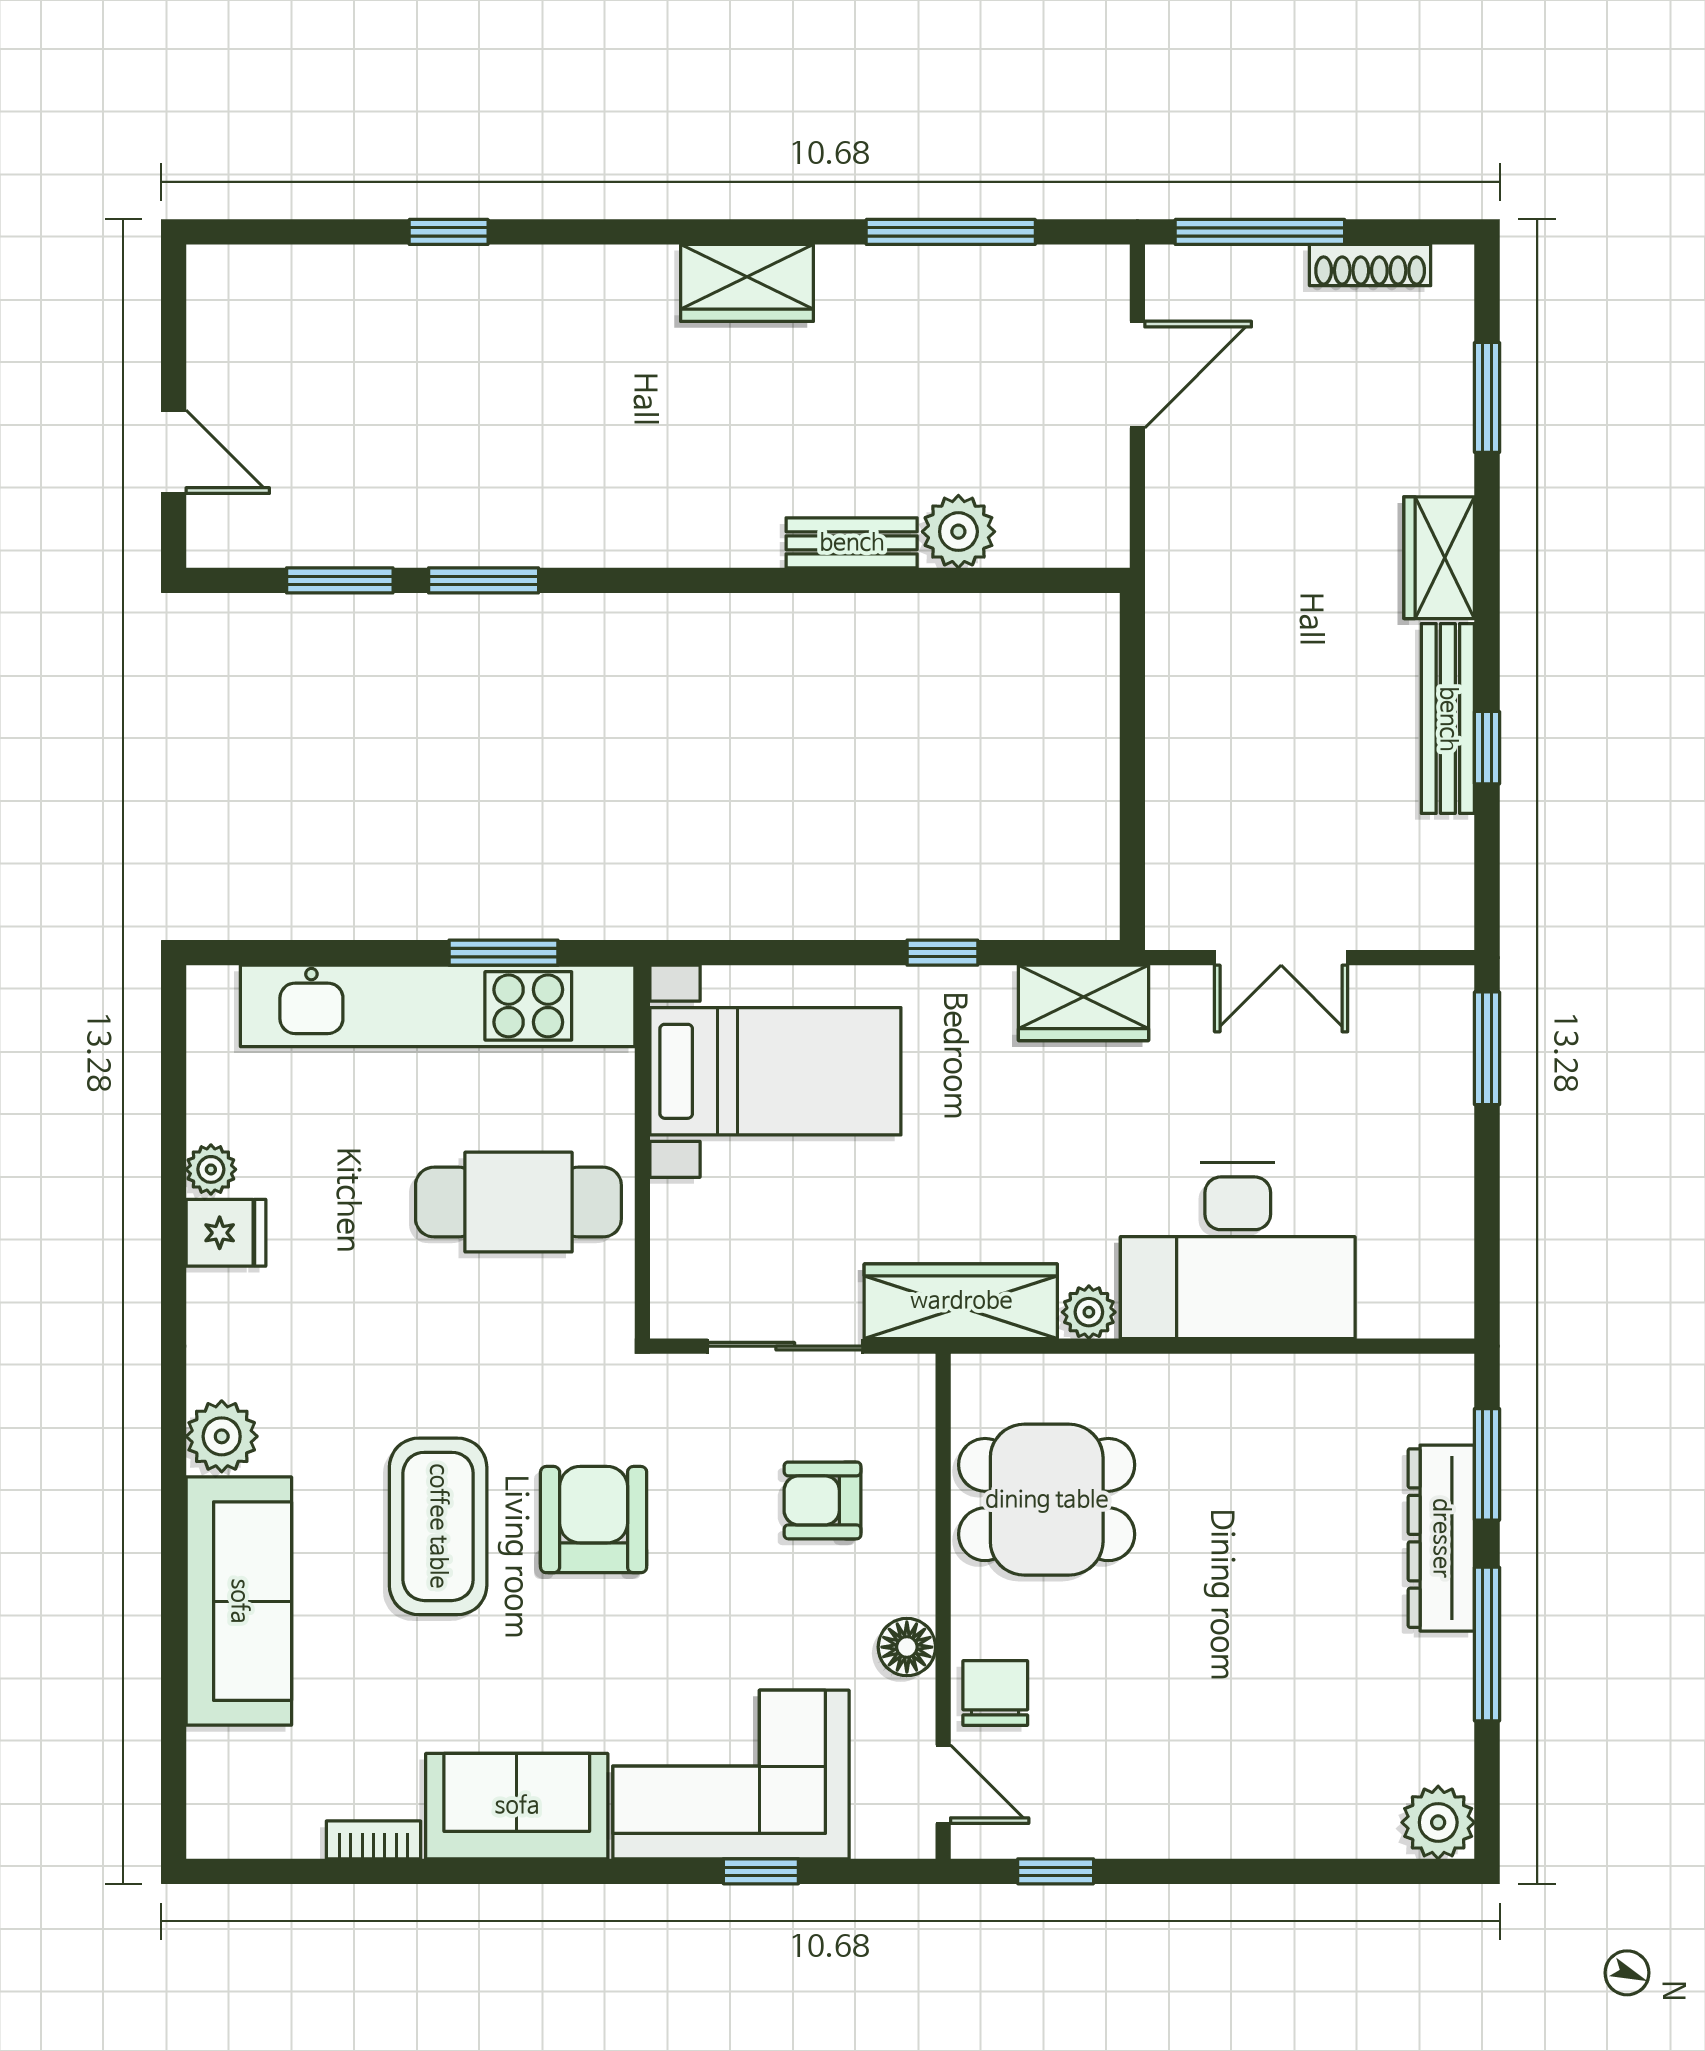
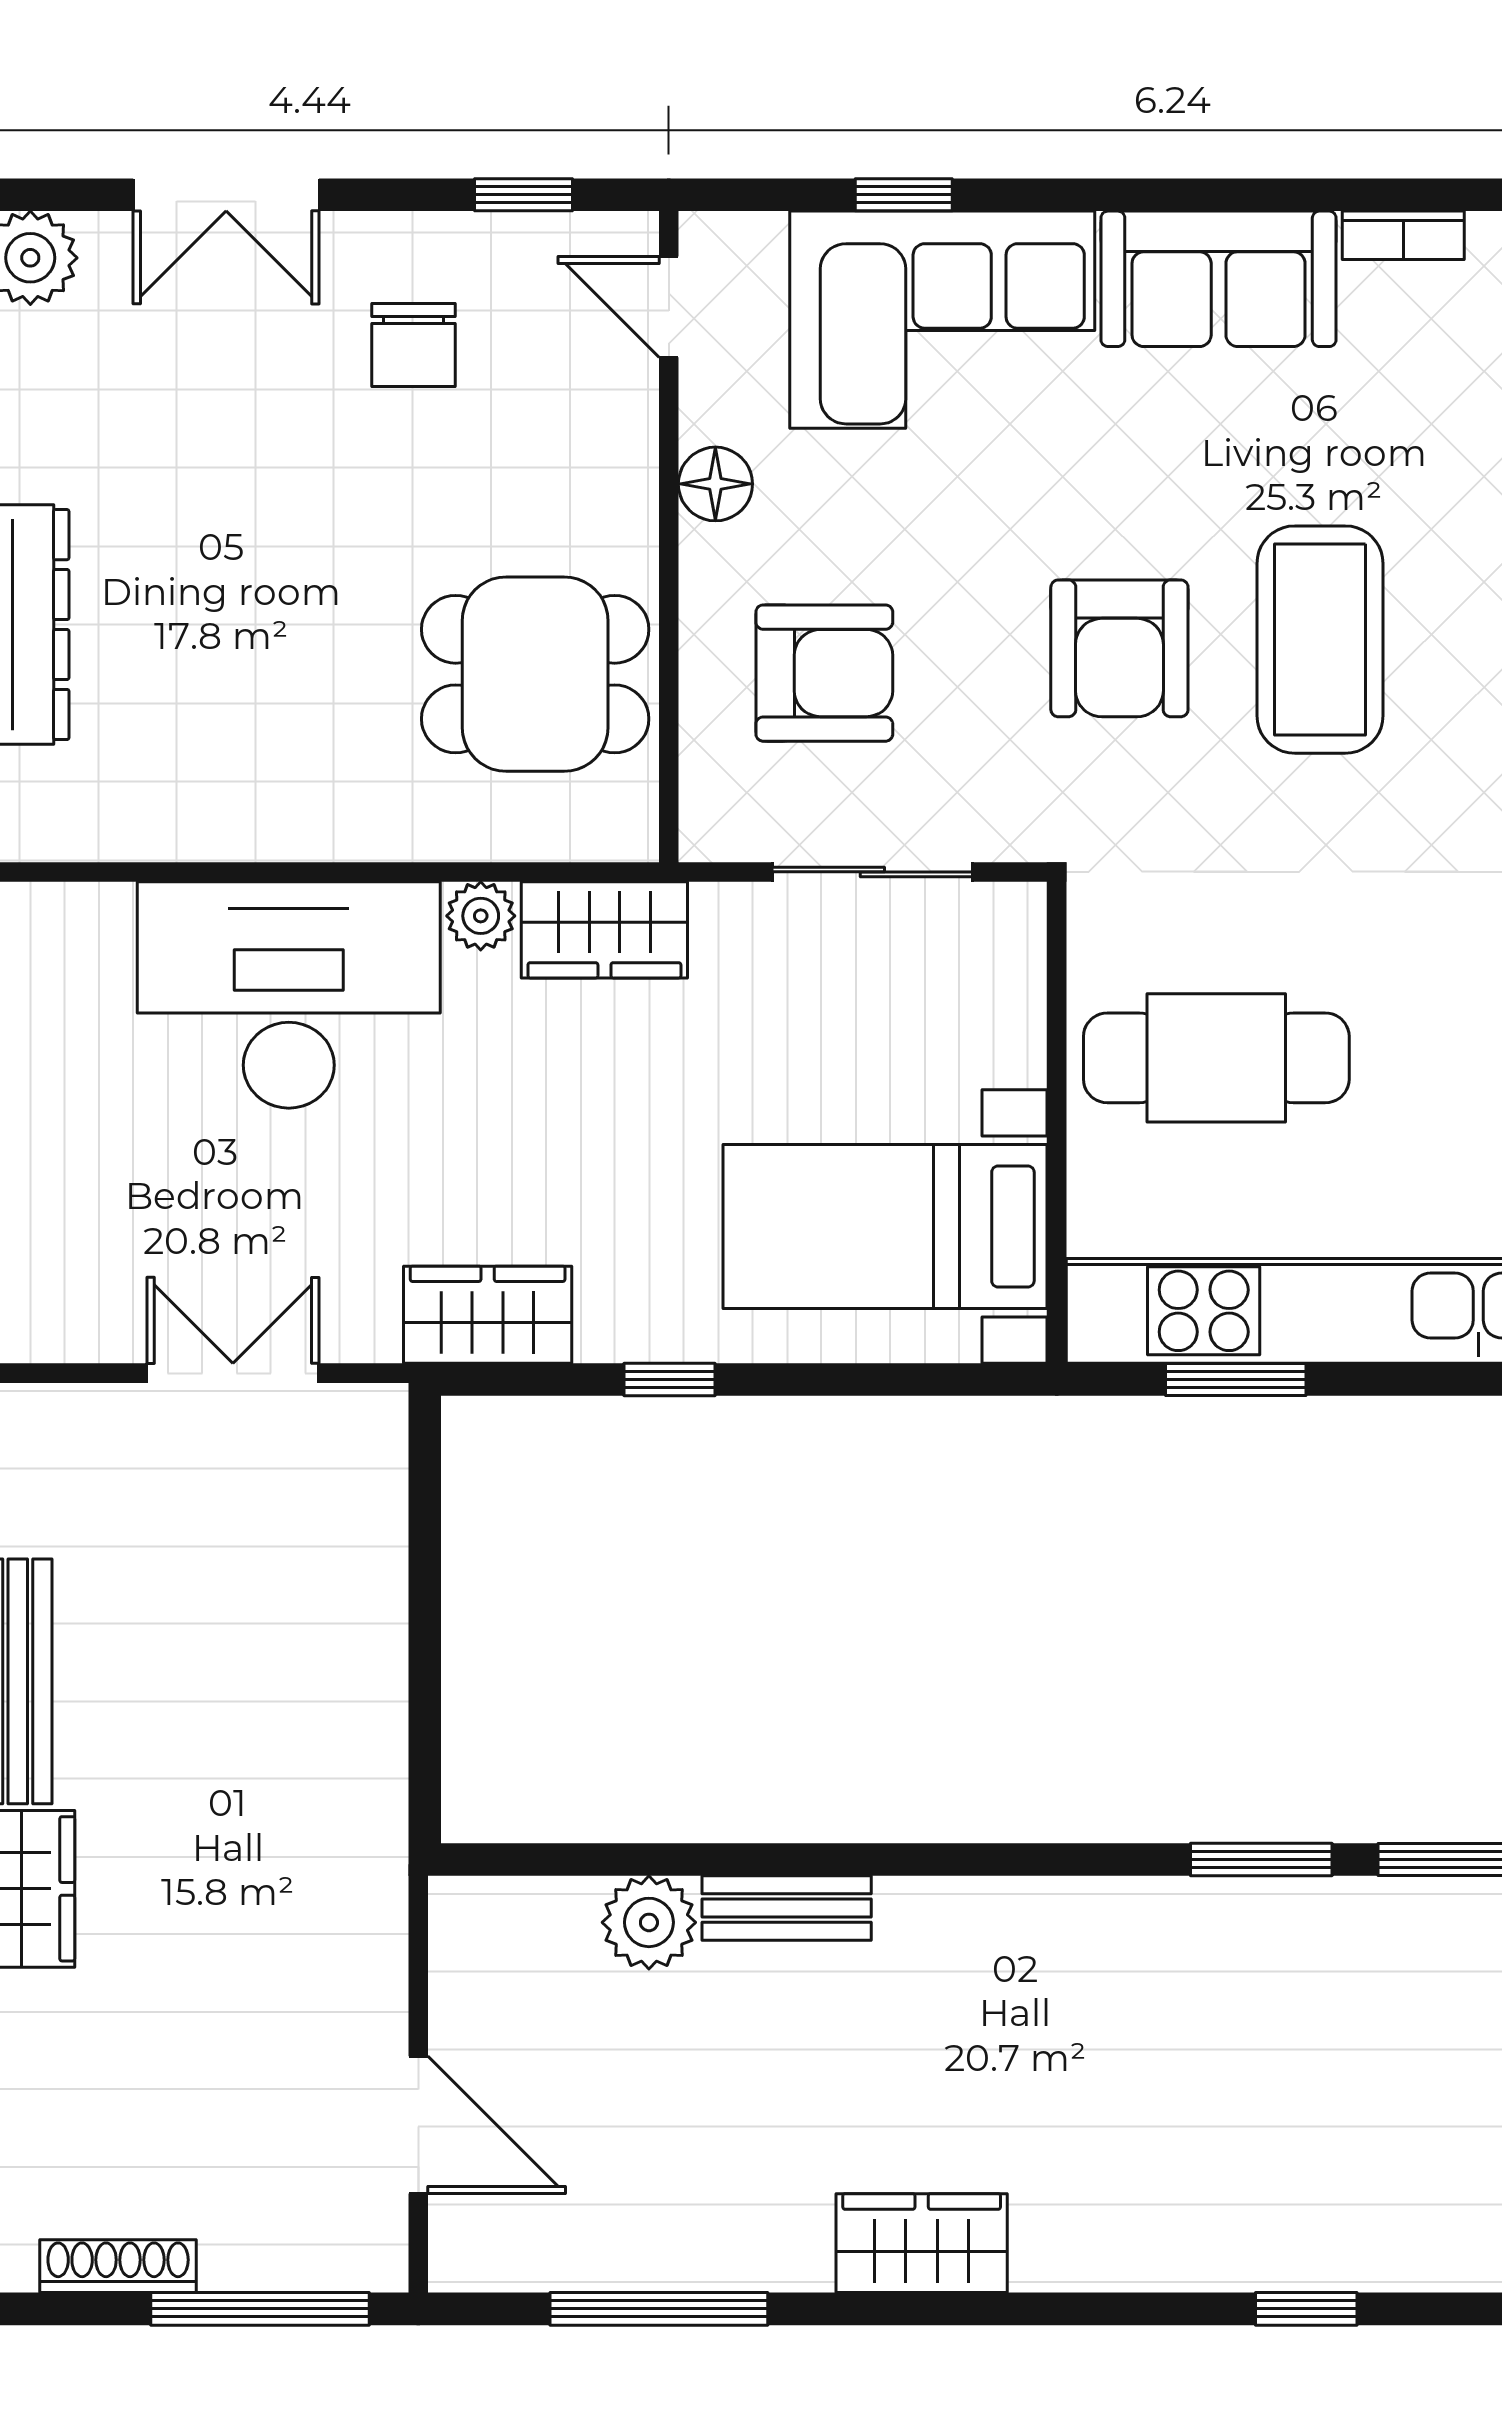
door: (1137, 375) -> (418, 2125), swing flipped
wardrobe: (961, 1301) -> (604, 930), width x0.67
armchair: (822, 1500) -> (824, 673), width x1.38, depth x1.38
chair: (995, 1693) -> (414, 345), moved
double door: (1286, 1871) -> (226, 195), added

